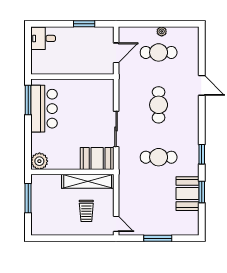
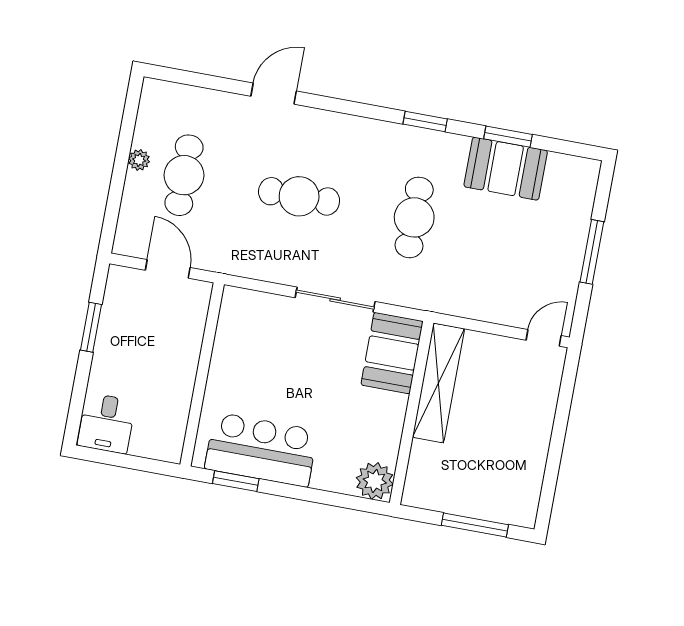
window: (28, 100) -> (236, 481), width x0.69
window: (28, 198) -> (475, 525), moved
trolley: (86, 211) -> (503, 398), removed

